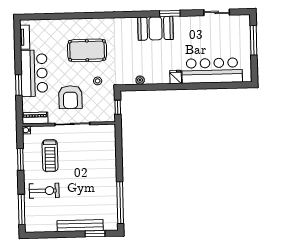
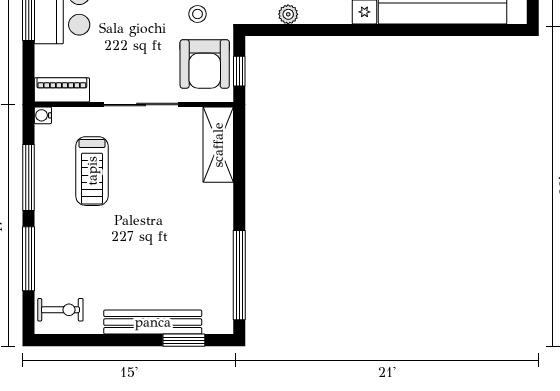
armchair: (70, 97) -> (205, 64), moved
shelving: (109, 142) -> (218, 145), added
window: (20, 159) -> (29, 177), width x1.44
exercise bike: (44, 191) -> (60, 310), moved, width x0.73, depth x0.72
window: (22, 209) -> (29, 259), moved

